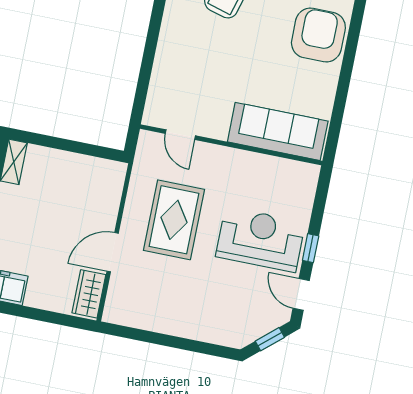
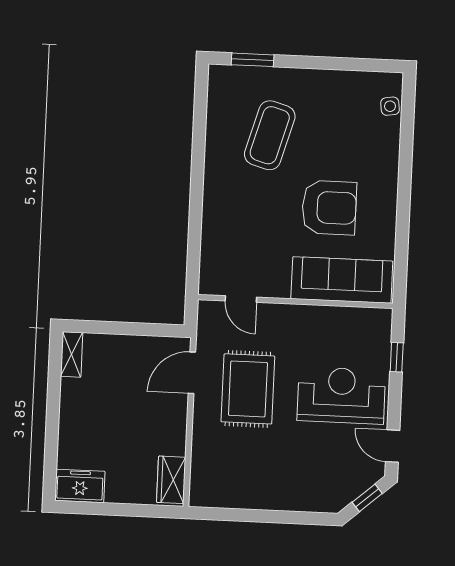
armchair: (318, 35) -> (329, 208), moved, turned 90
window: (311, 248) -> (397, 357), moved
door: (113, 252) -> (192, 373), moved

